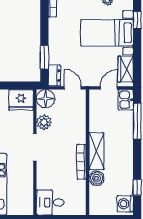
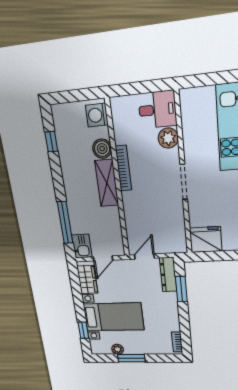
dresser: (54, 76) -> (168, 275), width x1.44
door: (73, 88) -> (144, 257), swing flipped
floor lamp: (46, 99) -> (175, 243), removed
plant: (44, 122) -> (168, 138), moved
washing machine: (125, 204) -> (97, 115), moved, turned 180

